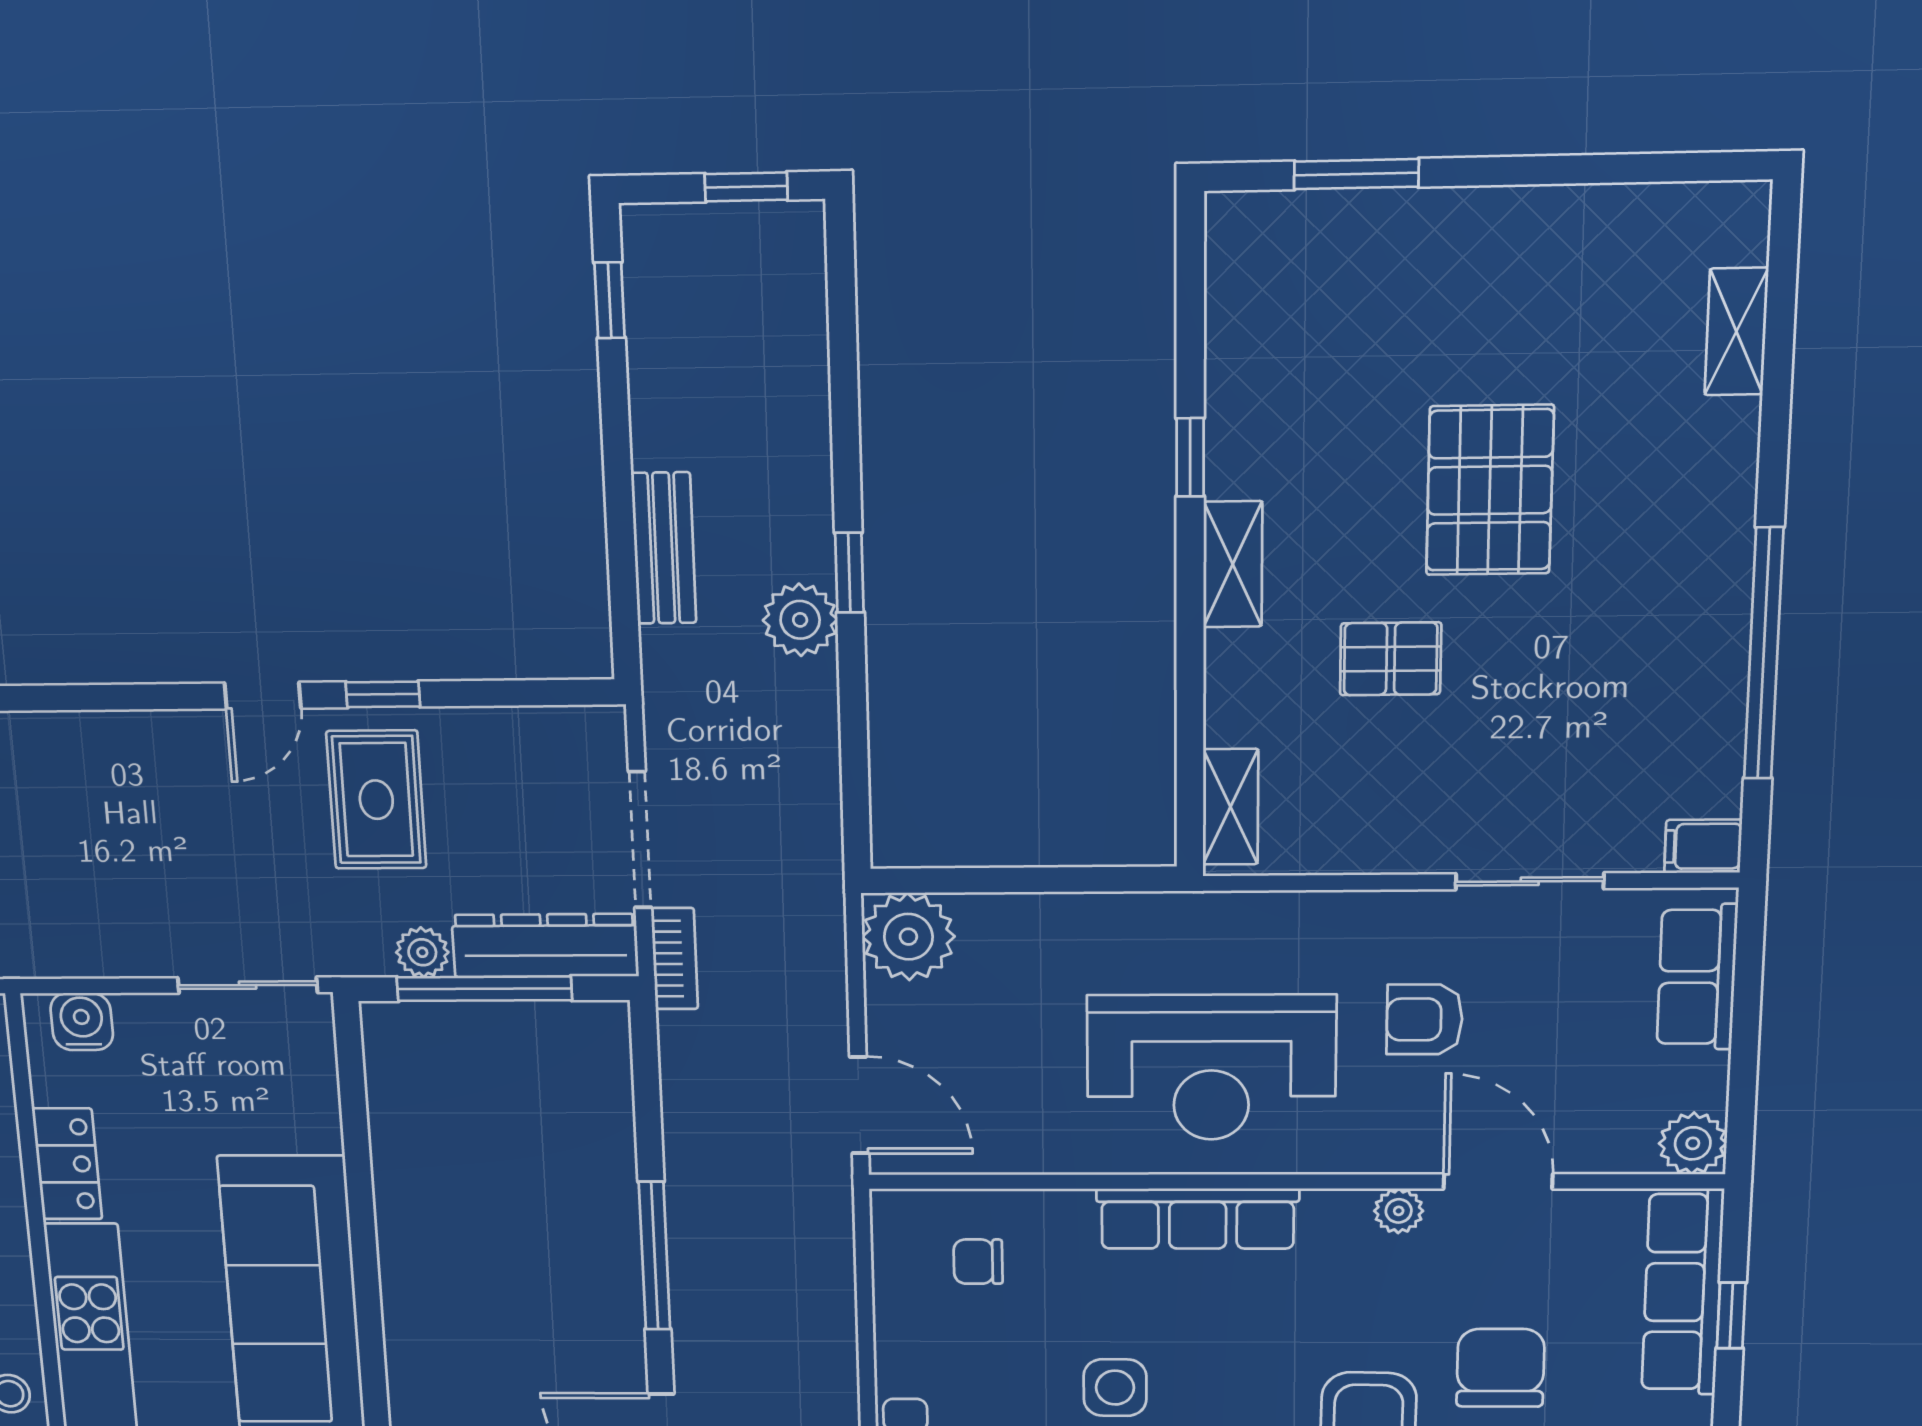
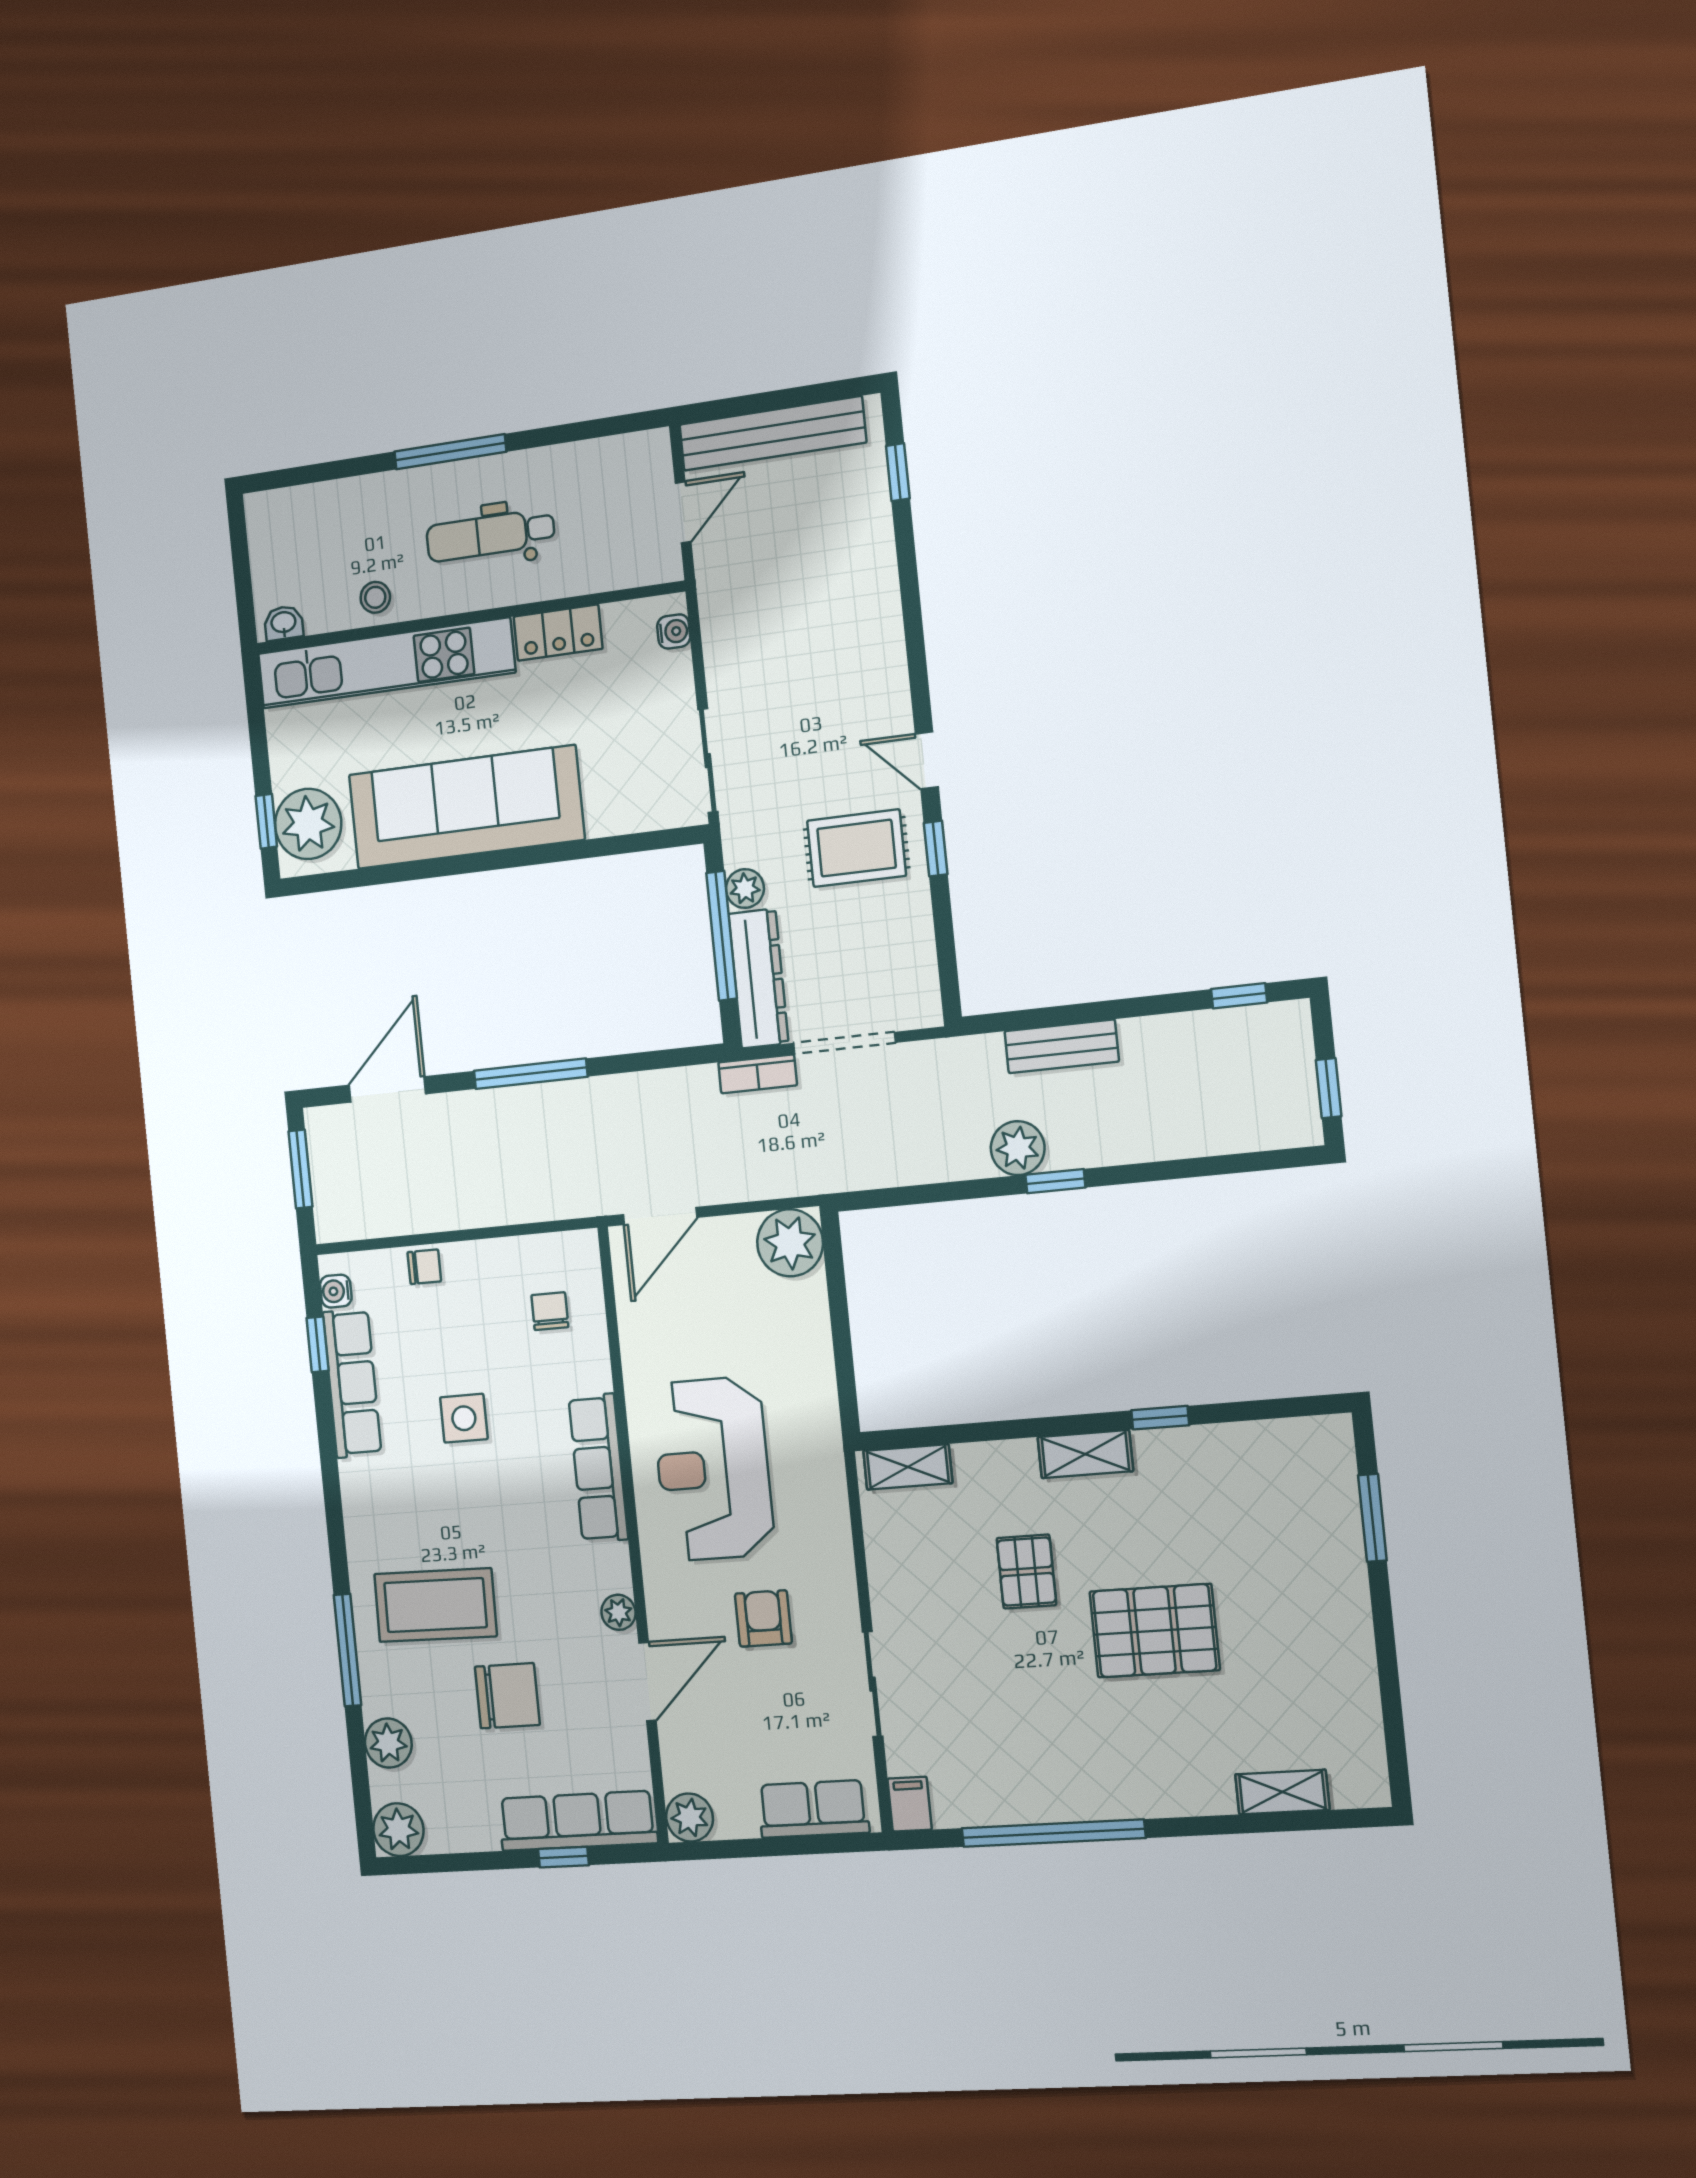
water cooler: (82, 1022) -> (674, 631), width x0.72, depth x0.72

